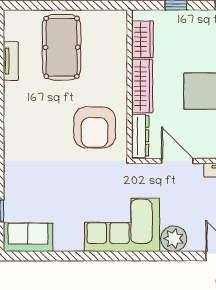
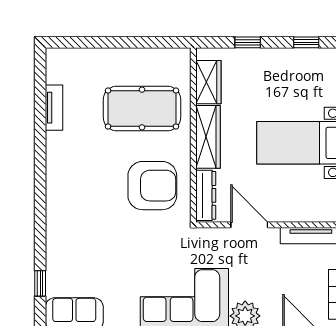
pool table: (62, 47) -> (142, 109), moved, turned 90
armchair: (95, 127) -> (152, 186), turned -90

